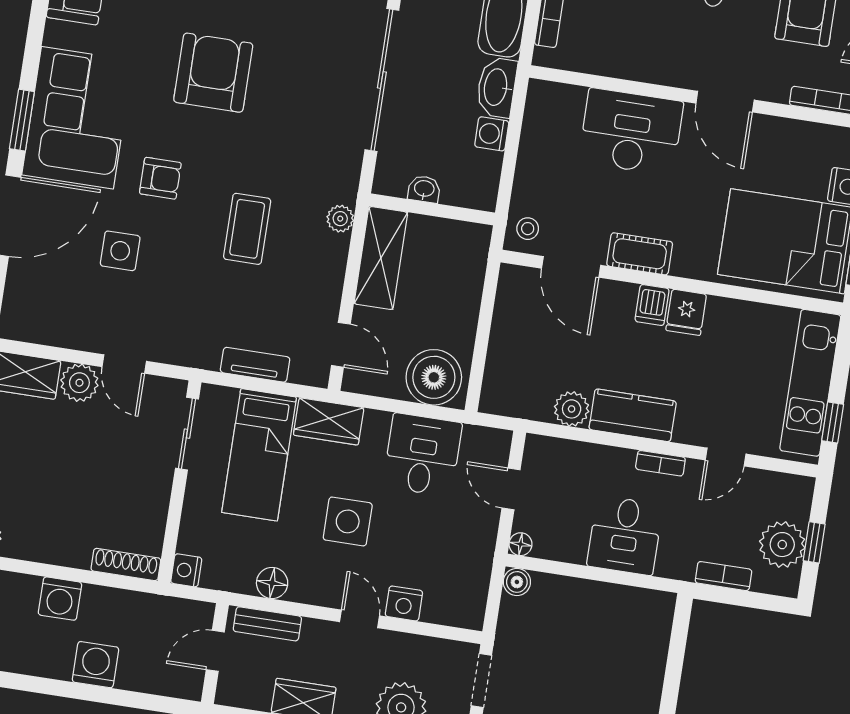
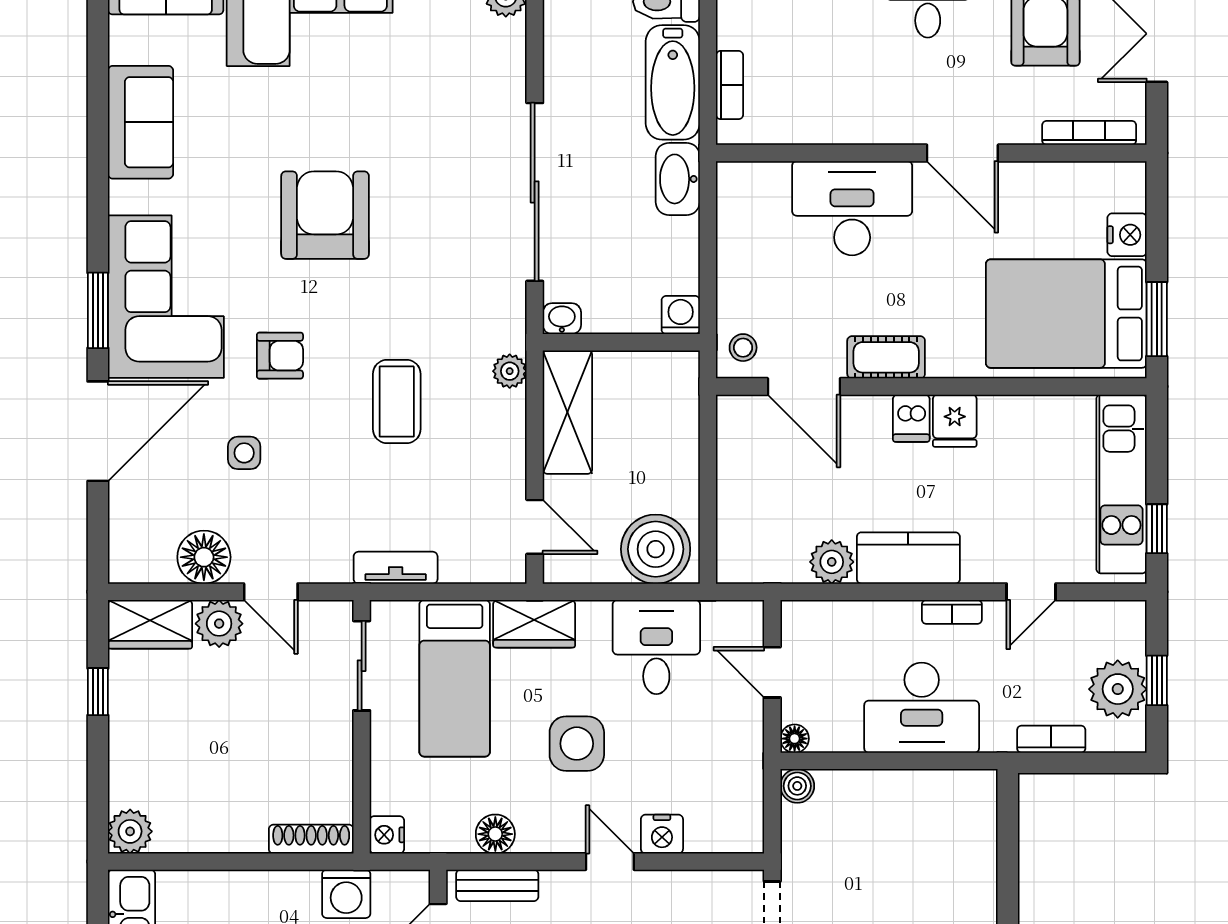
washing machine: (492, 134) -> (681, 315), moved, turned 90
washbasin: (424, 189) -> (562, 319), moved
side table: (120, 251) -> (244, 453), width x0.73, depth x0.73
floor lamp: (76, 328) -> (204, 557), added
tv unit: (255, 365) -> (396, 568), moved
desk: (625, 535) -> (922, 708), width x1.37
washing machine: (60, 599) -> (346, 894), moved

